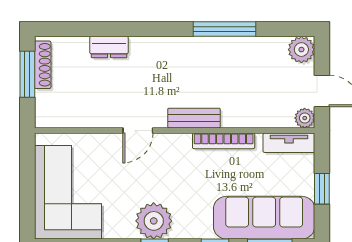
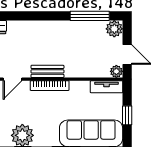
window: (224, 29) -> (90, 16), moved
bookcase: (224, 141) -> (50, 86), moved

